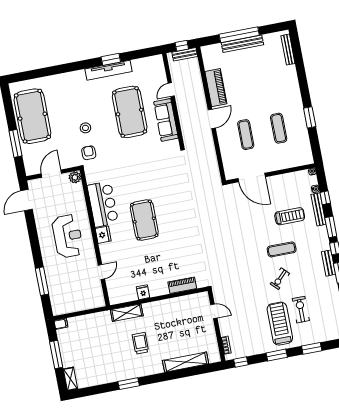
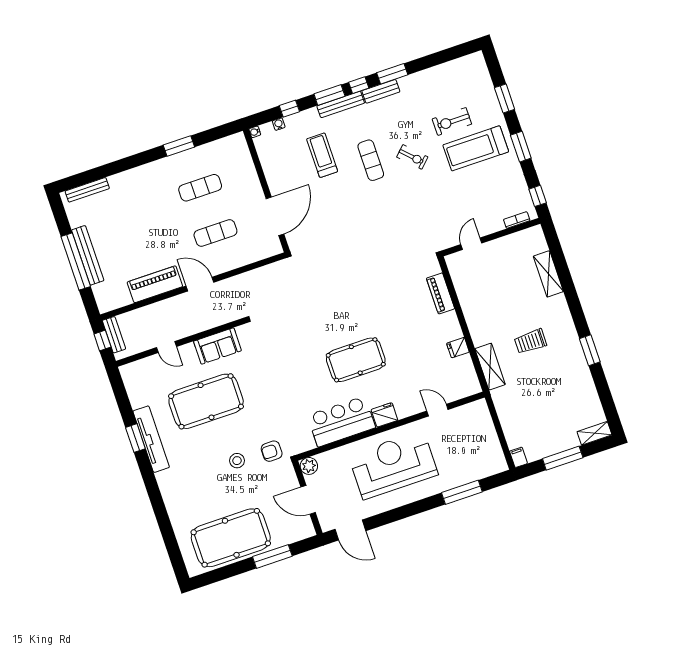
sofa: (166, 120) -> (217, 346), width x0.73
bench: (318, 209) -> (341, 104), moved
reception desk: (68, 236) -> (393, 465), width x1.36, depth x1.30
shelving: (186, 362) -> (548, 274), width x0.68

